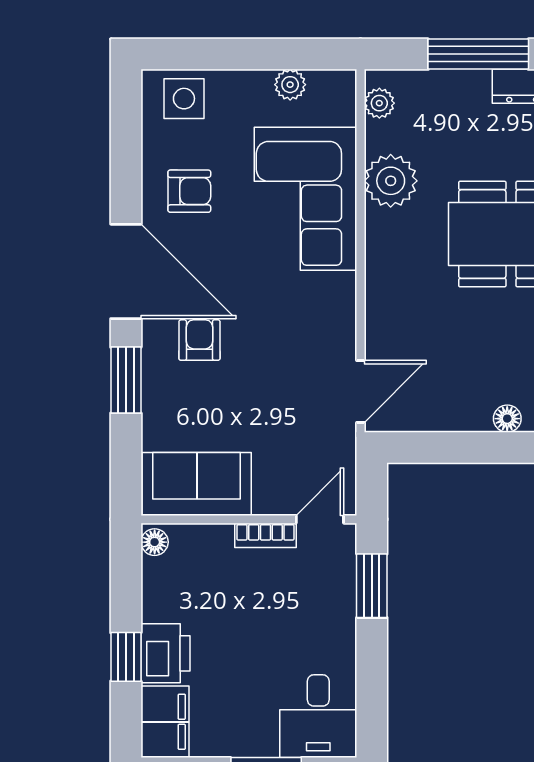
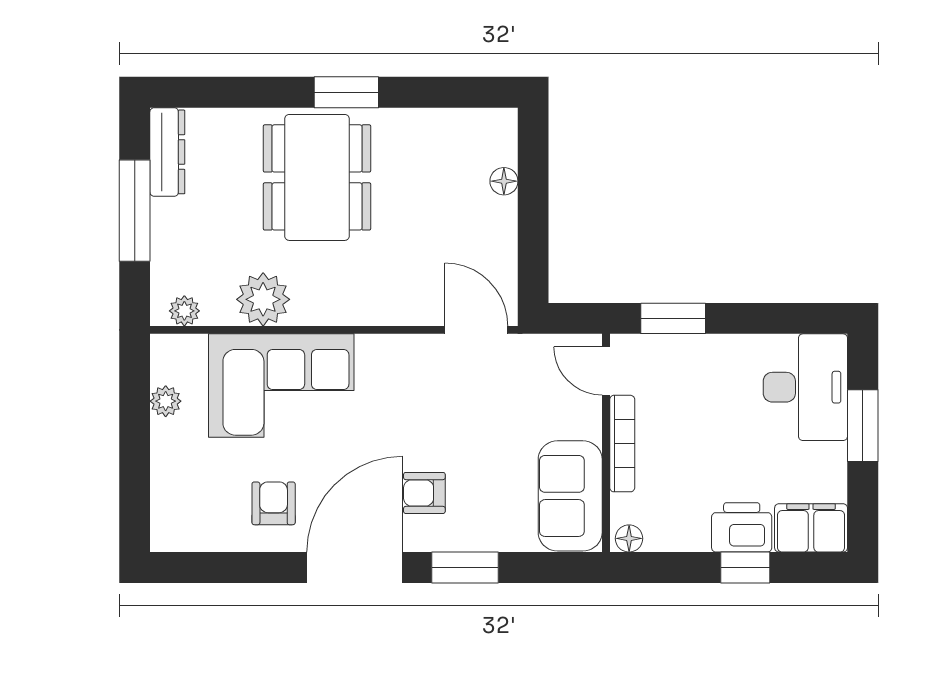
side table: (184, 99) -> (180, 509), removed
bookcase: (265, 535) -> (622, 444), width x1.56
desk: (318, 716) -> (805, 387), width x1.37

